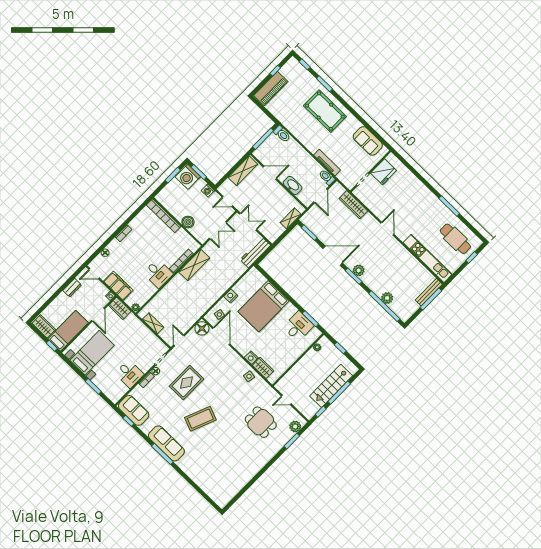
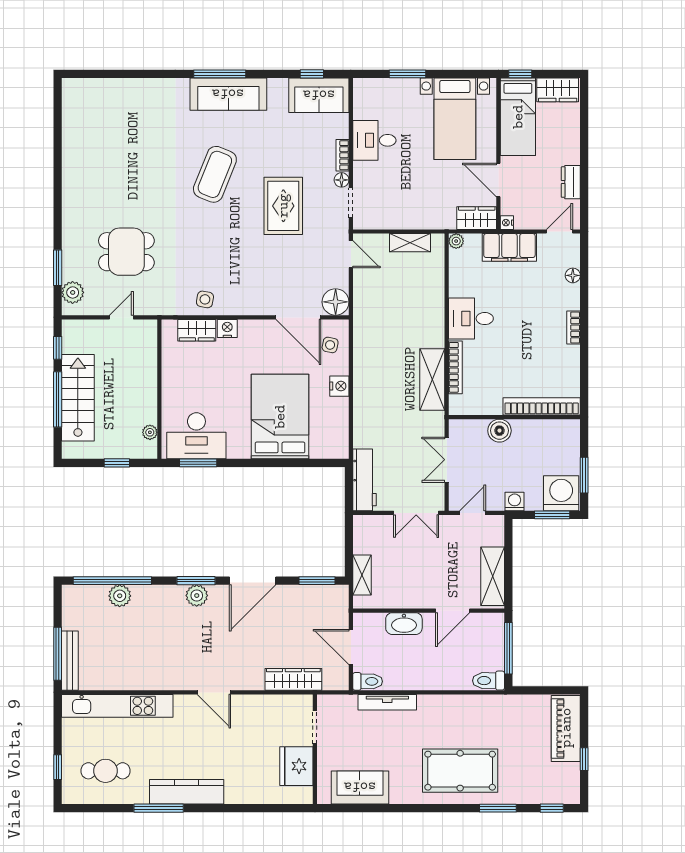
kitchen counter: (433, 202) -> (187, 792), added
cafe table: (455, 239) -> (106, 771), width x0.73, depth x0.74
desk: (298, 326) -> (196, 436), width x1.37

